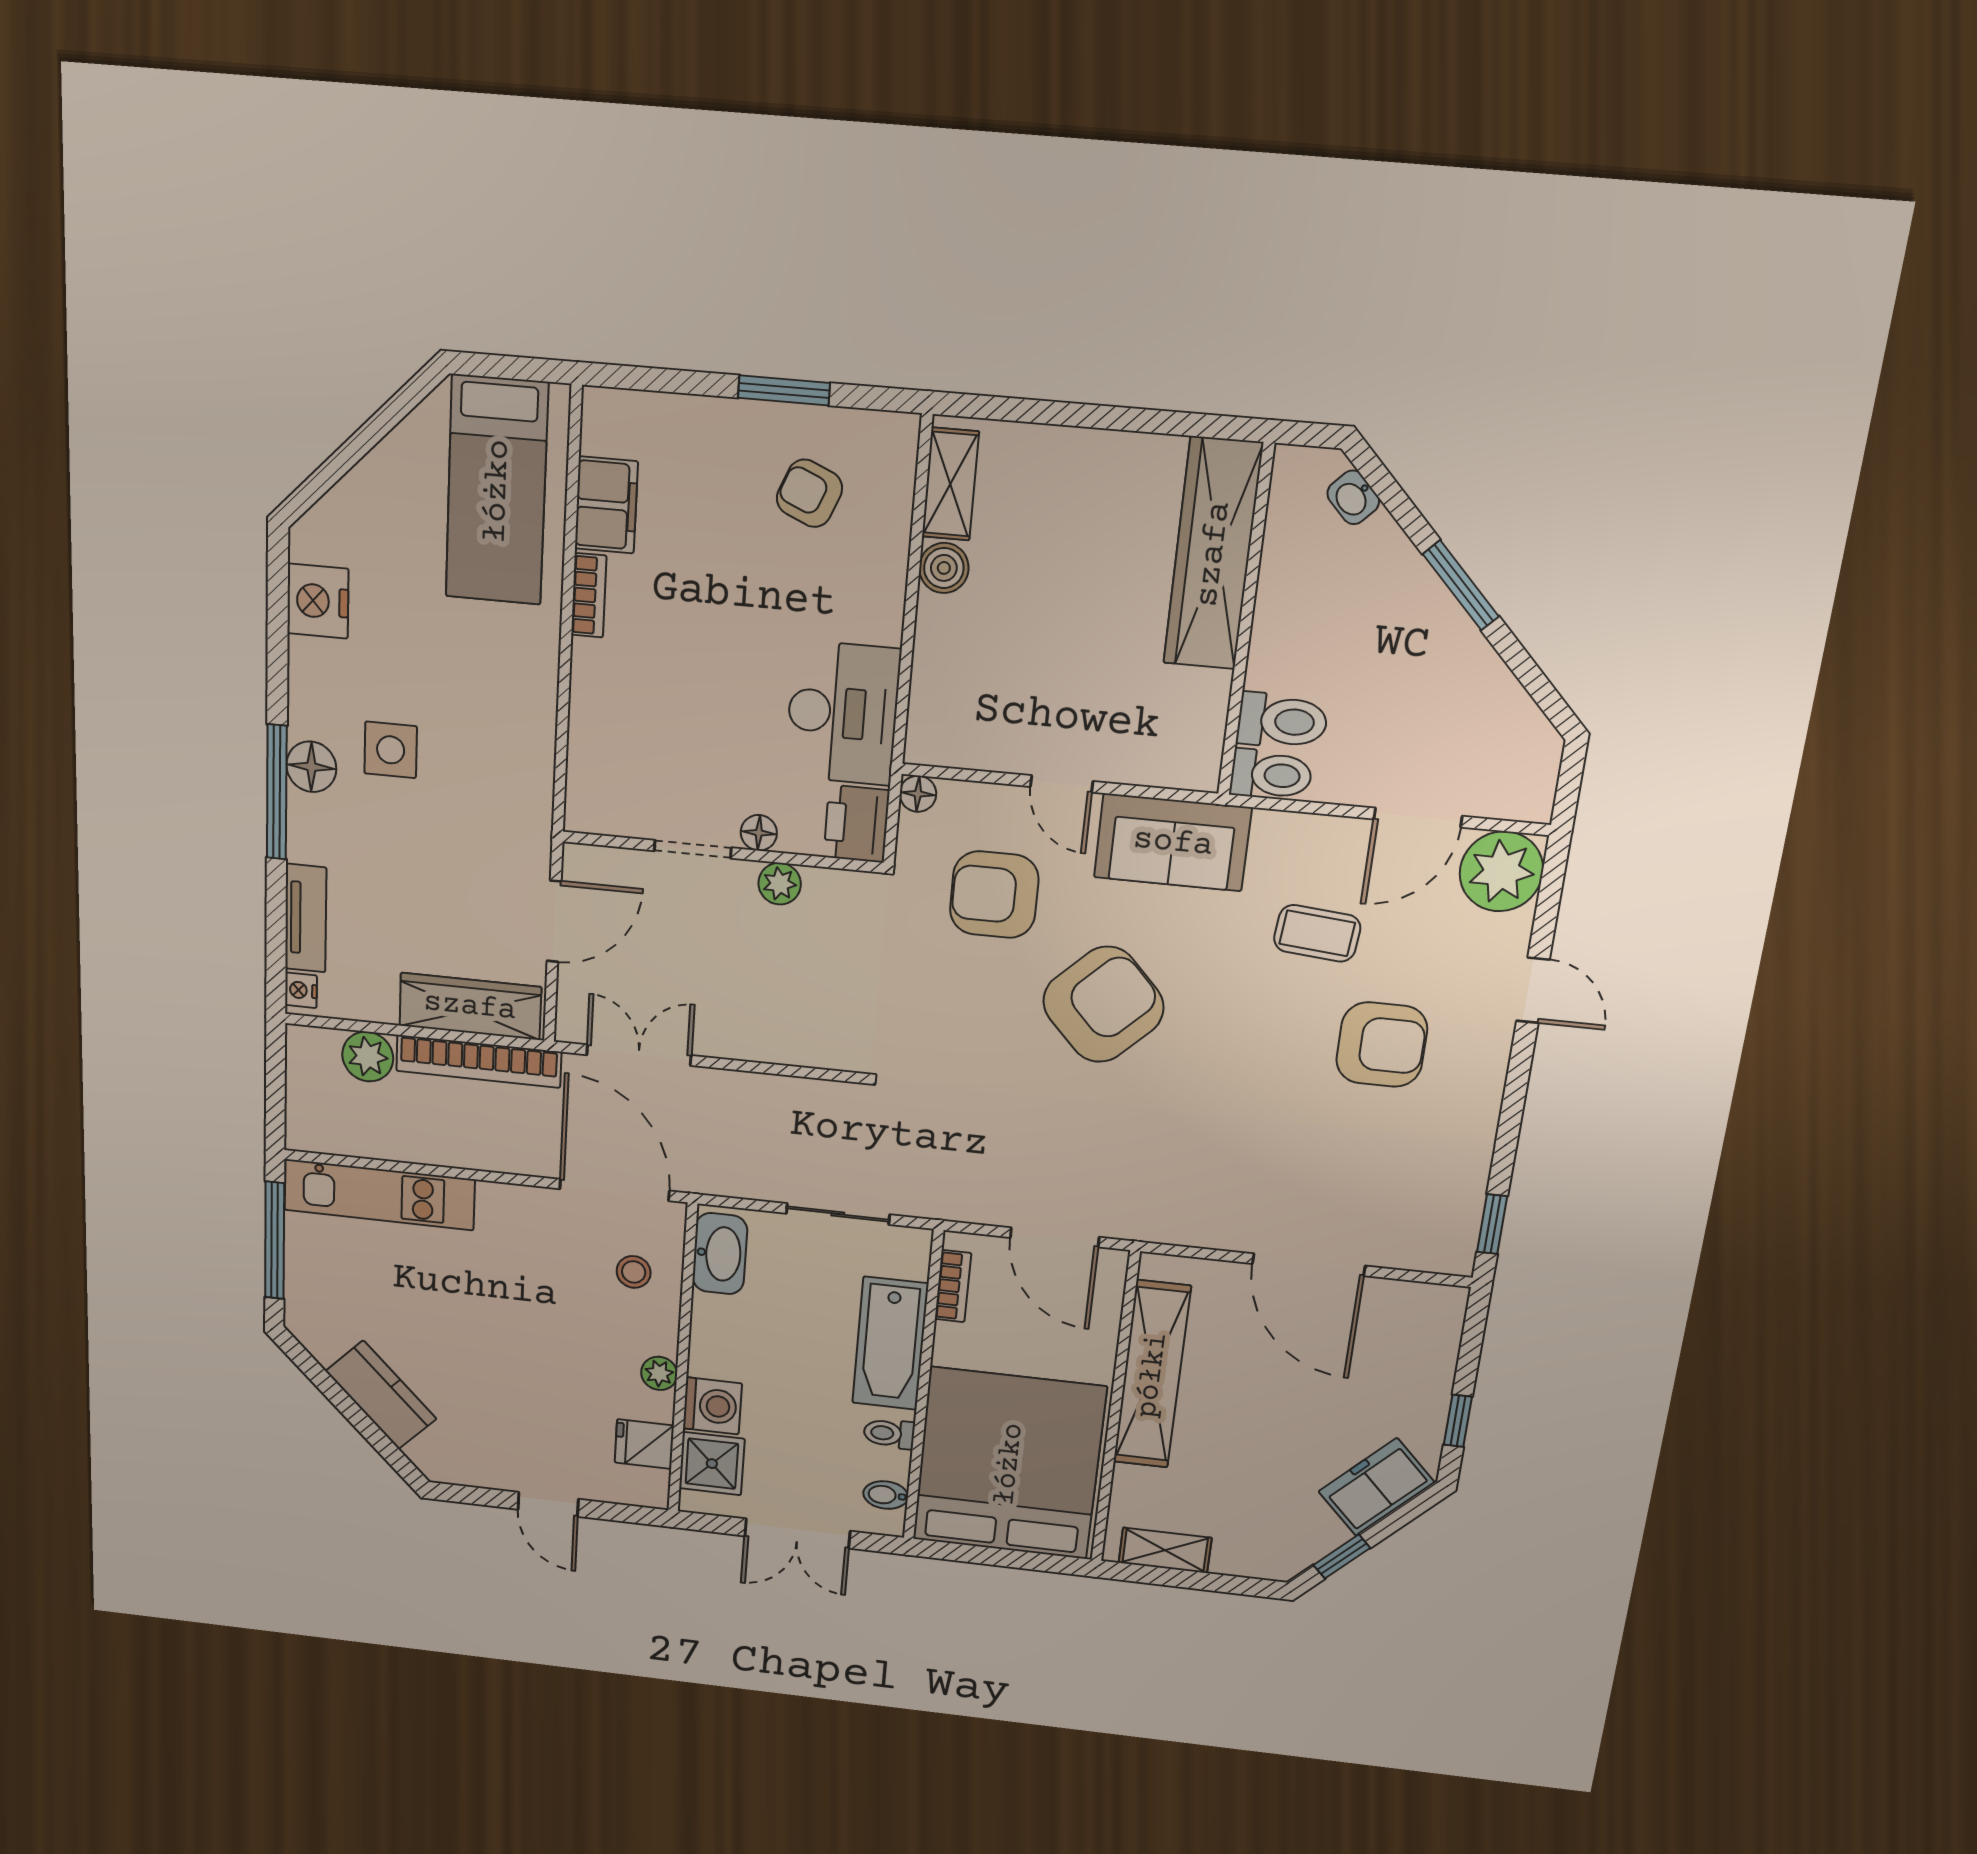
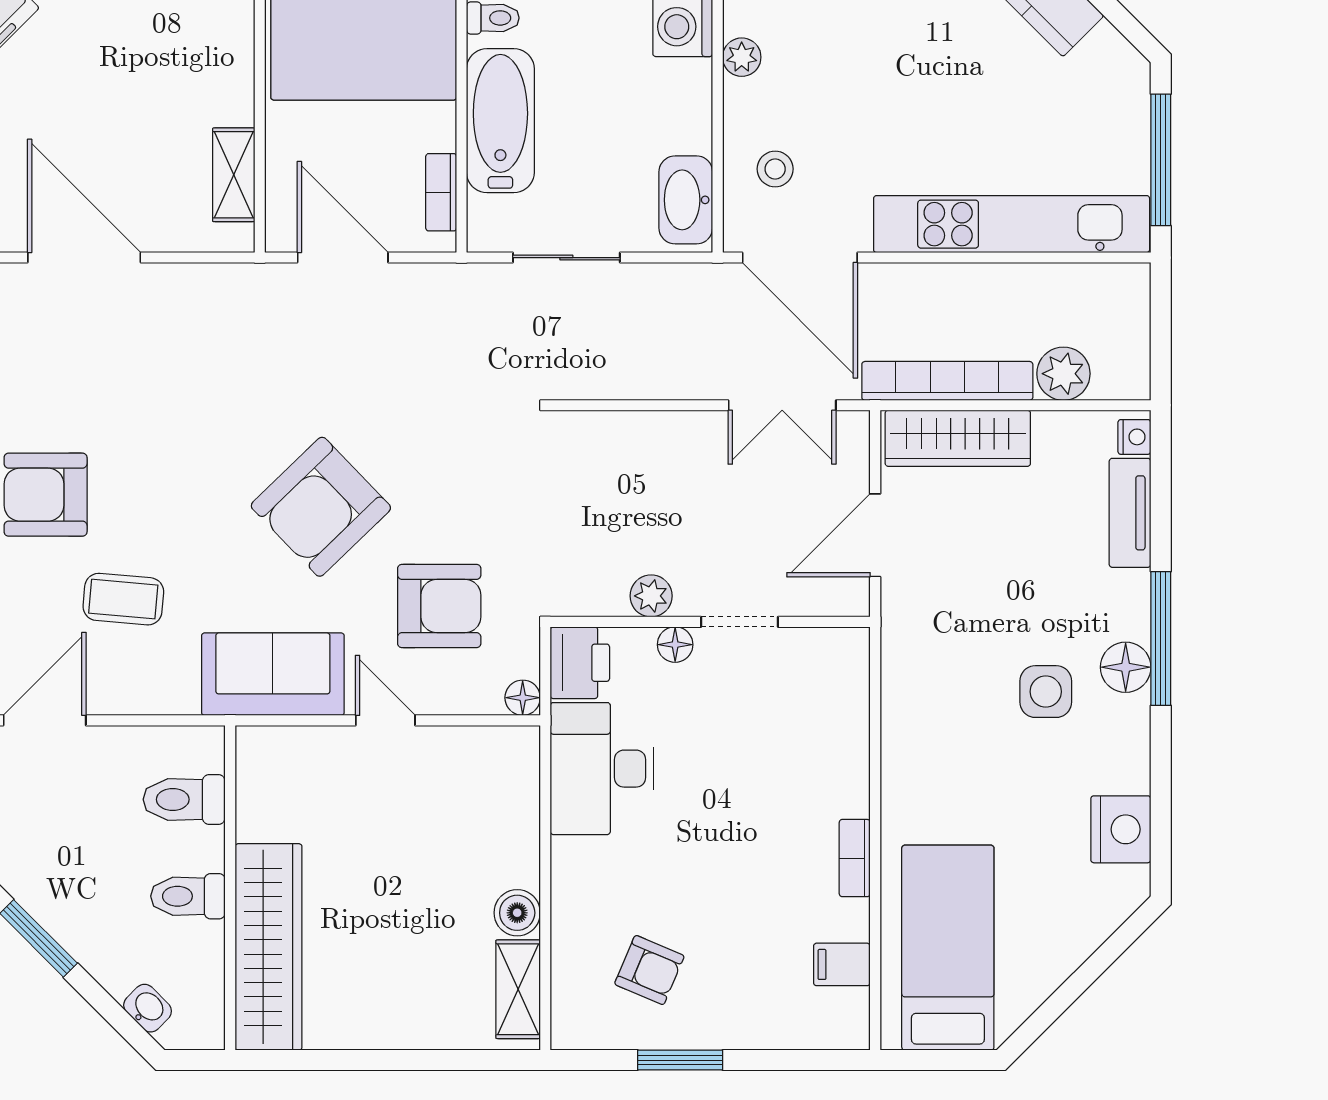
filing cabinet: (606, 505) -> (842, 964), width x0.50
toilet: (1271, 775) -> (188, 896), moved
kitchen unit: (379, 1195) -> (1012, 224), width x1.36
shelving: (1152, 1375) -> (234, 175), width x0.45, depth x0.75

